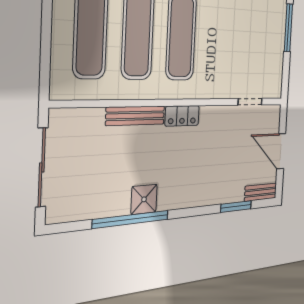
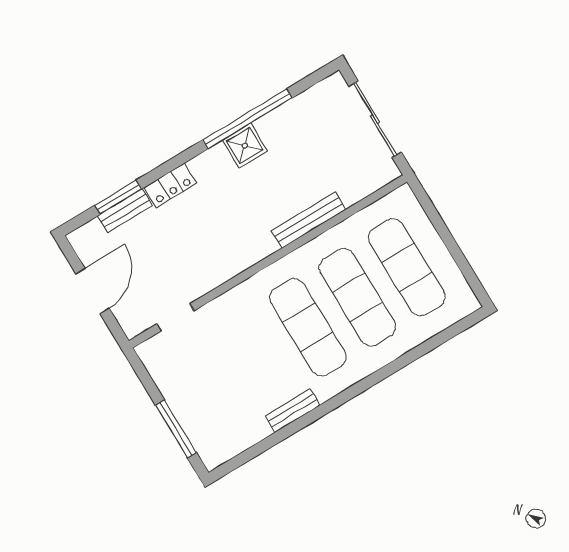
locker: (182, 116) -> (170, 185), moved, turned 180
door: (281, 151) -> (92, 291), hinge flipped
bench: (261, 192) -> (125, 211), moved

